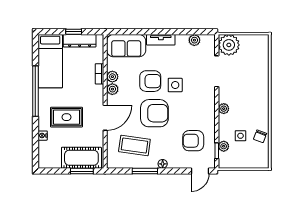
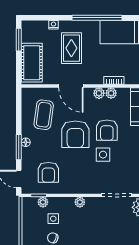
armchair: (193, 141) -> (48, 172), turned 180
window: (82, 171) -> (19, 40), moved
window: (145, 171) -> (19, 147), moved

